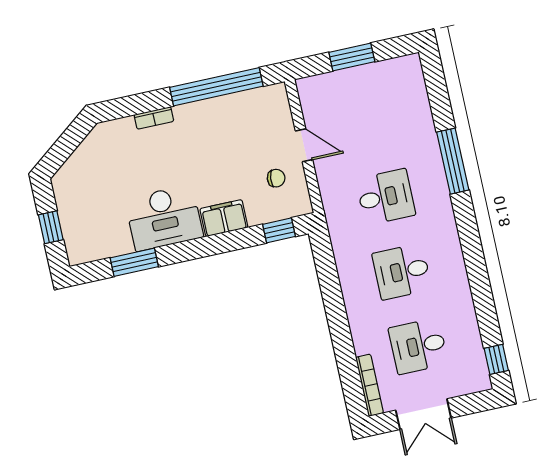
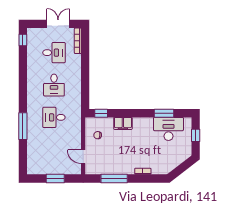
window: (216, 87) -> (114, 179), width x0.68
door: (304, 145) -> (83, 157), moved
desk: (164, 218) -> (168, 129), moved
desk: (402, 272) -> (54, 85), turned 90

